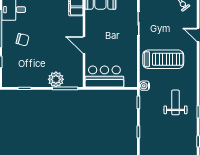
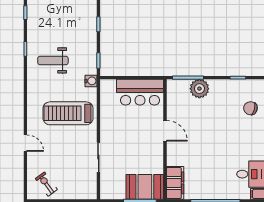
chair: (23, 40) -> (250, 108), moved
weight bench: (175, 102) -> (53, 60), turned 90

